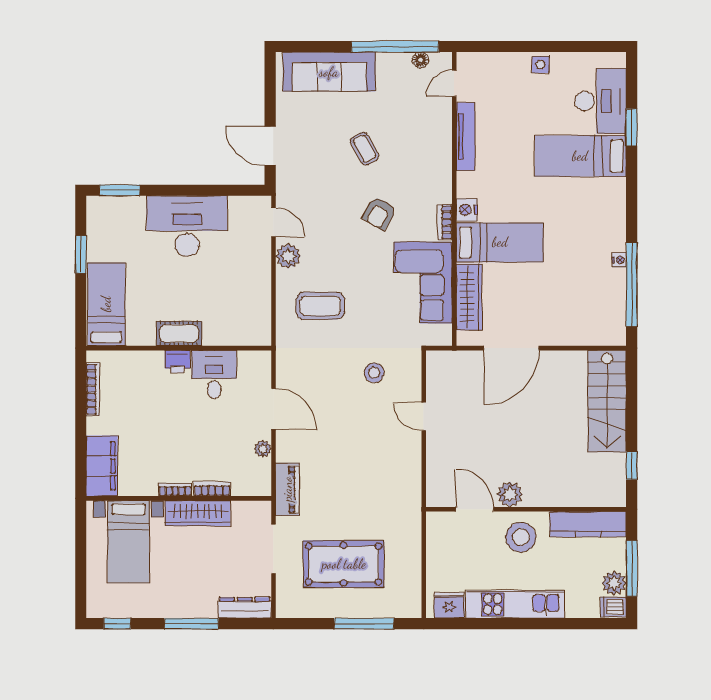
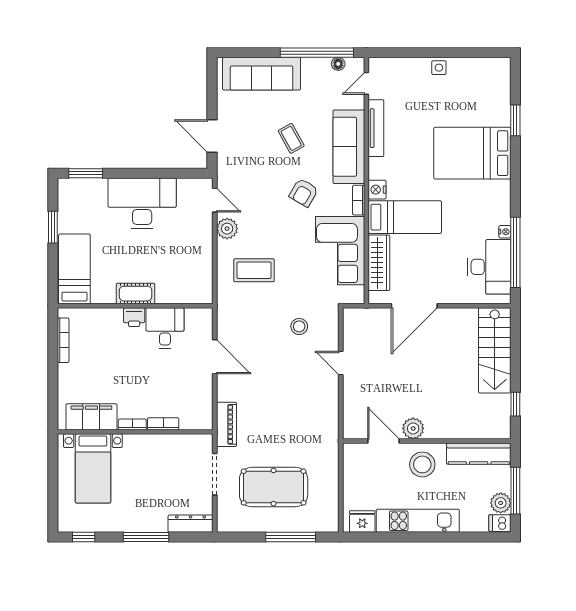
desk: (601, 101) -> (489, 267), moved
bed: (580, 156) -> (472, 153), width x1.50
sofa: (433, 159) -> (349, 147), added
plant: (263, 449) -> (206, 390), removed
filing cabinet: (102, 466) -> (91, 417), moved, turned -90
wardrobe: (198, 513) -> (151, 444), removed

